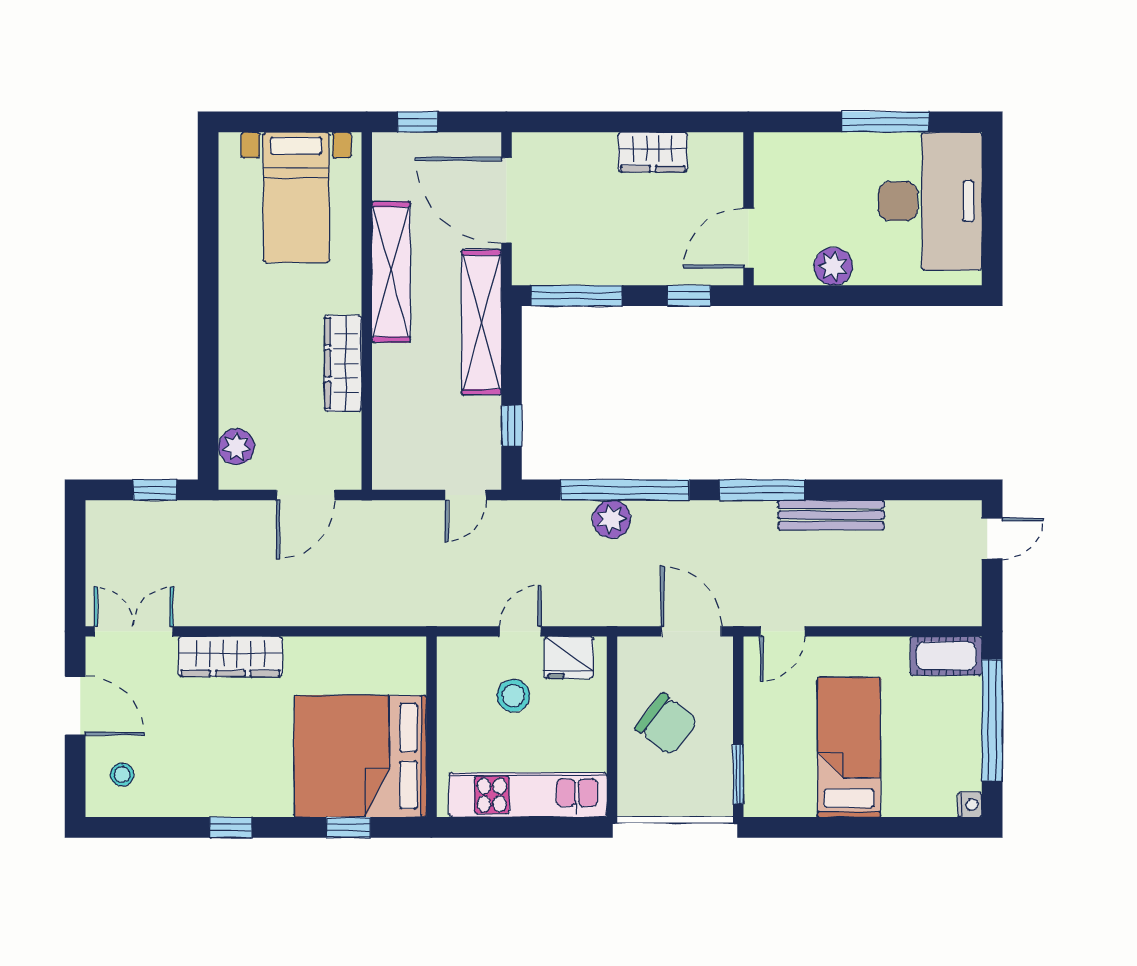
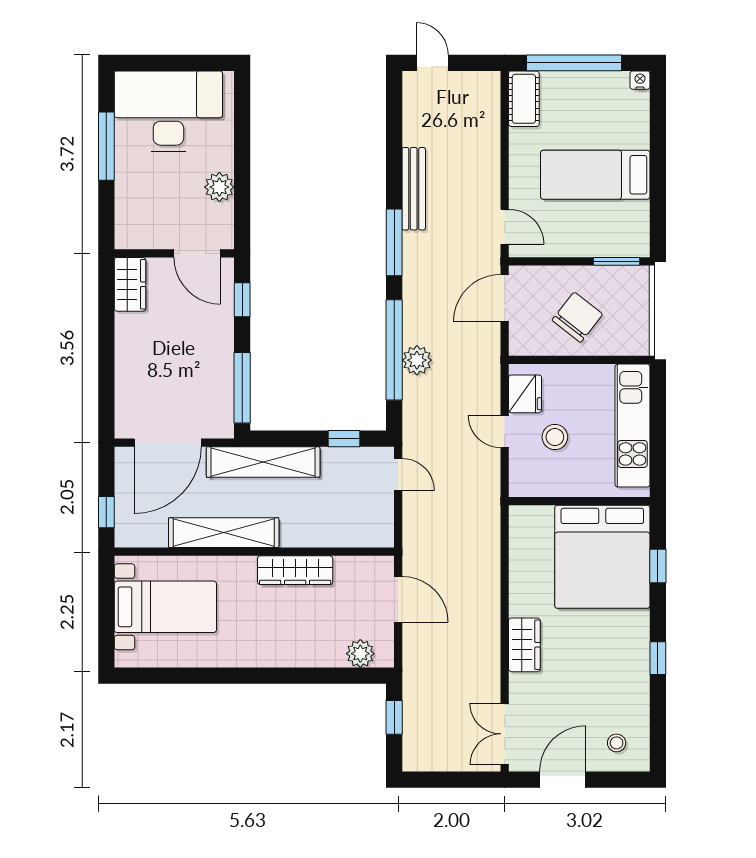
wardrobe: (653, 152) -> (130, 284), moved
wardrobe: (230, 657) -> (524, 645), width x0.67

